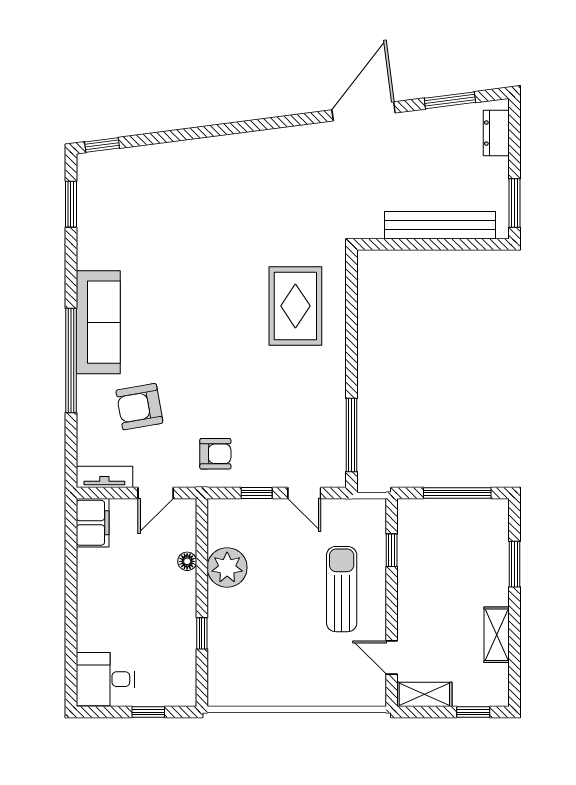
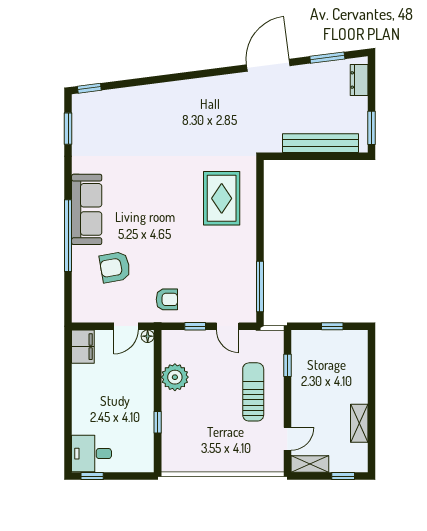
tv unit: (104, 477) -> (91, 315), removed
window: (457, 493) -> (332, 326), width x0.46
floor lamp: (187, 561) -> (148, 336), moved
window: (515, 564) -> (372, 375), removed
door: (392, 658) -> (287, 439), swing flipped
window: (148, 712) -> (92, 476), moved

